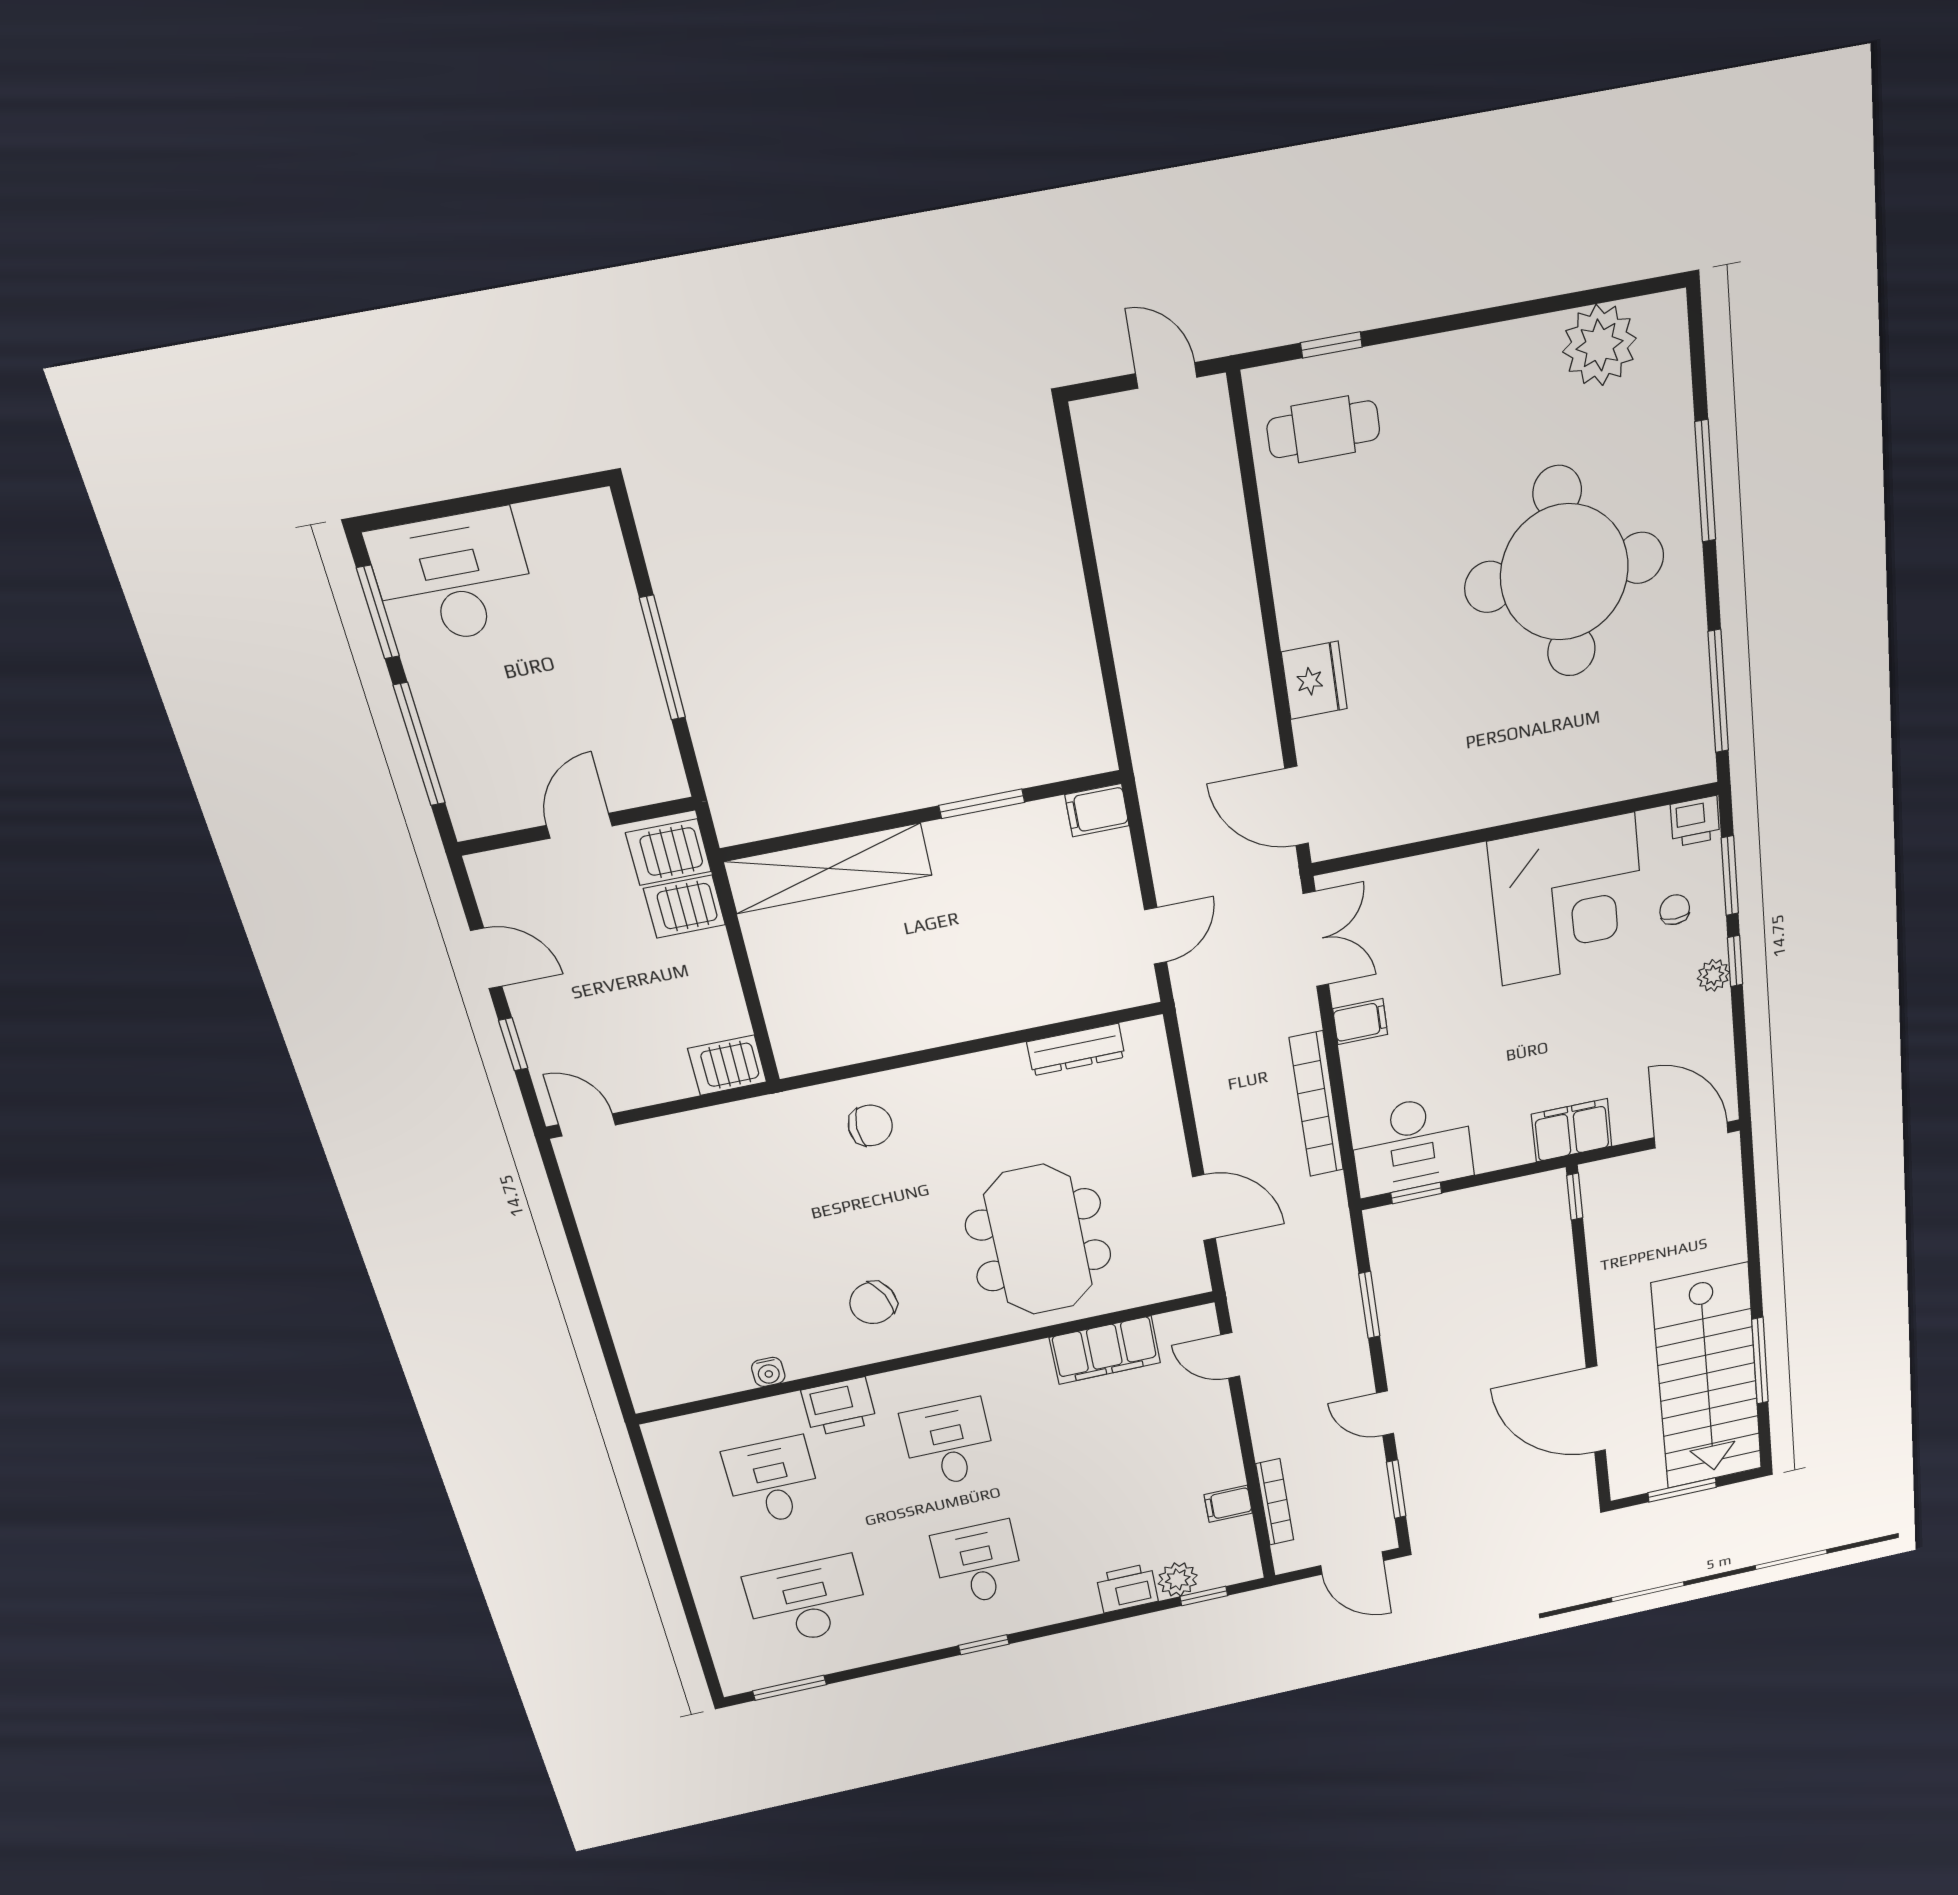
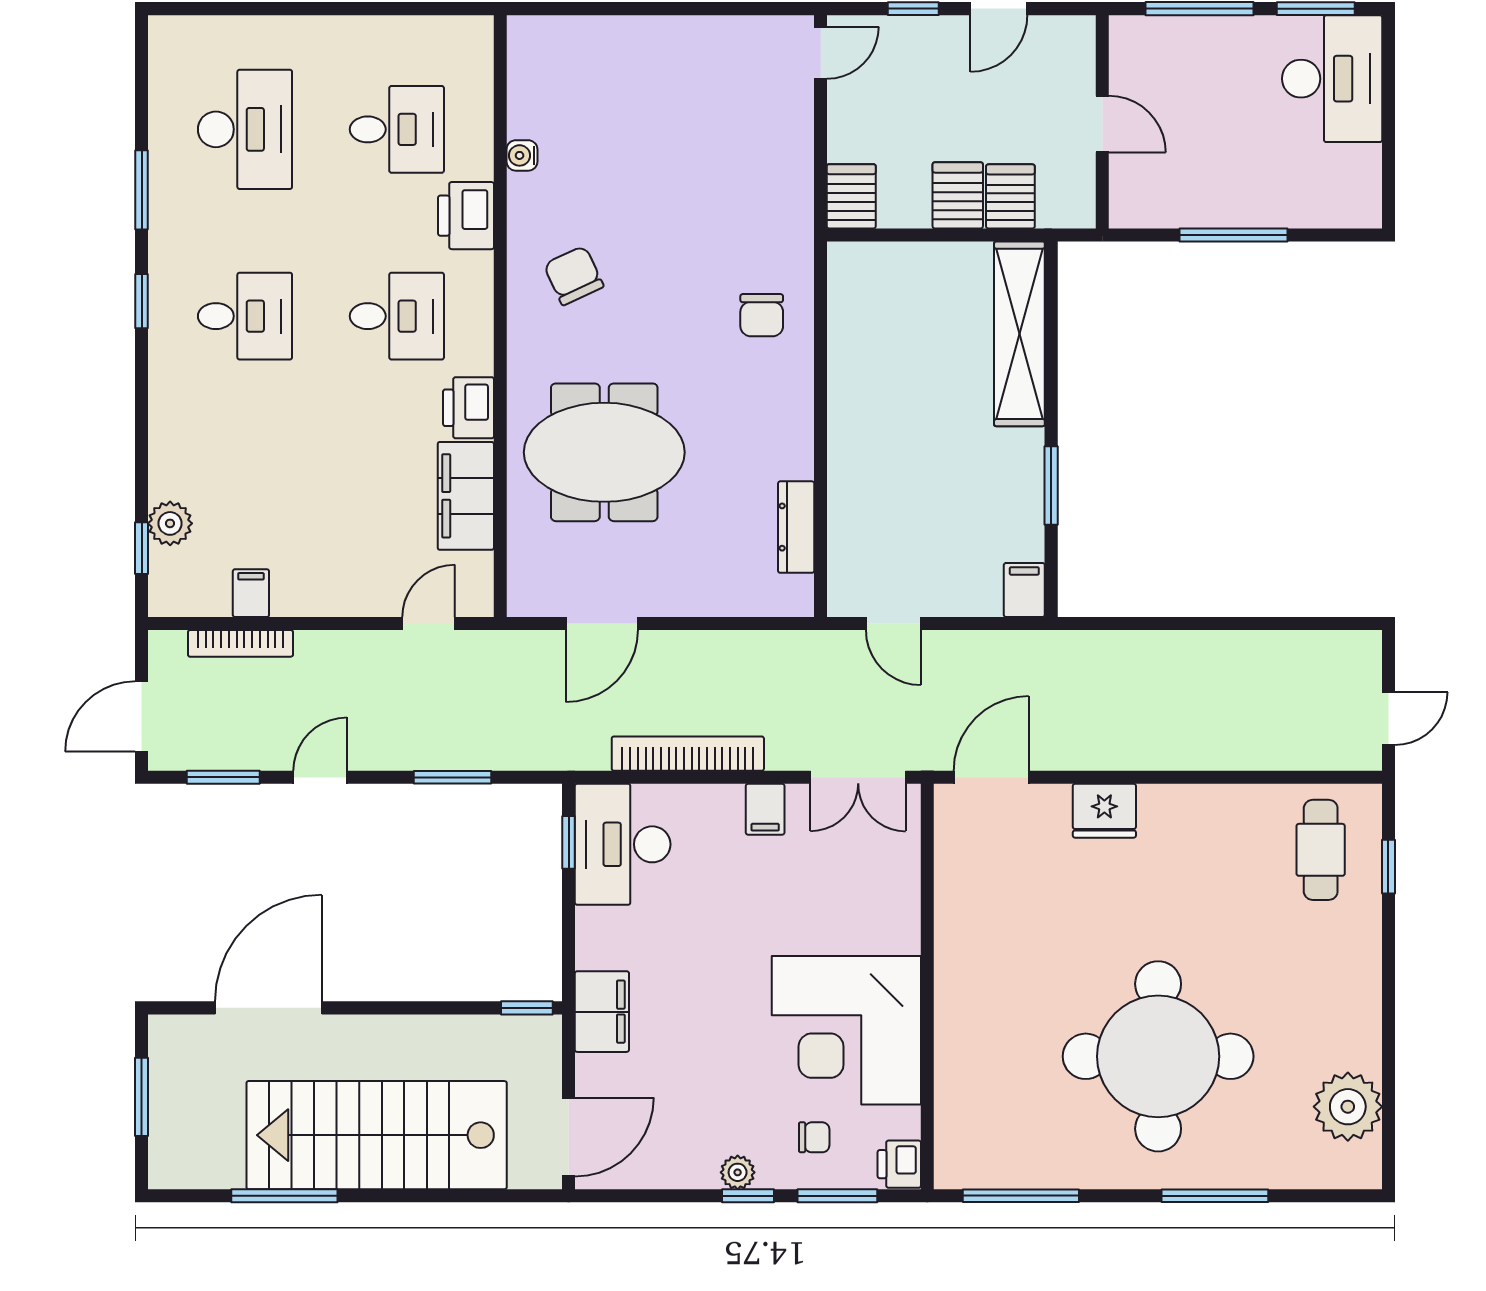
server rack: (668, 852) -> (958, 195), moved
stairs: (1707, 1377) -> (377, 1135), moved
printer: (1127, 1588) -> (469, 408), moved, turned 180
window: (790, 1688) -> (142, 190), moved

